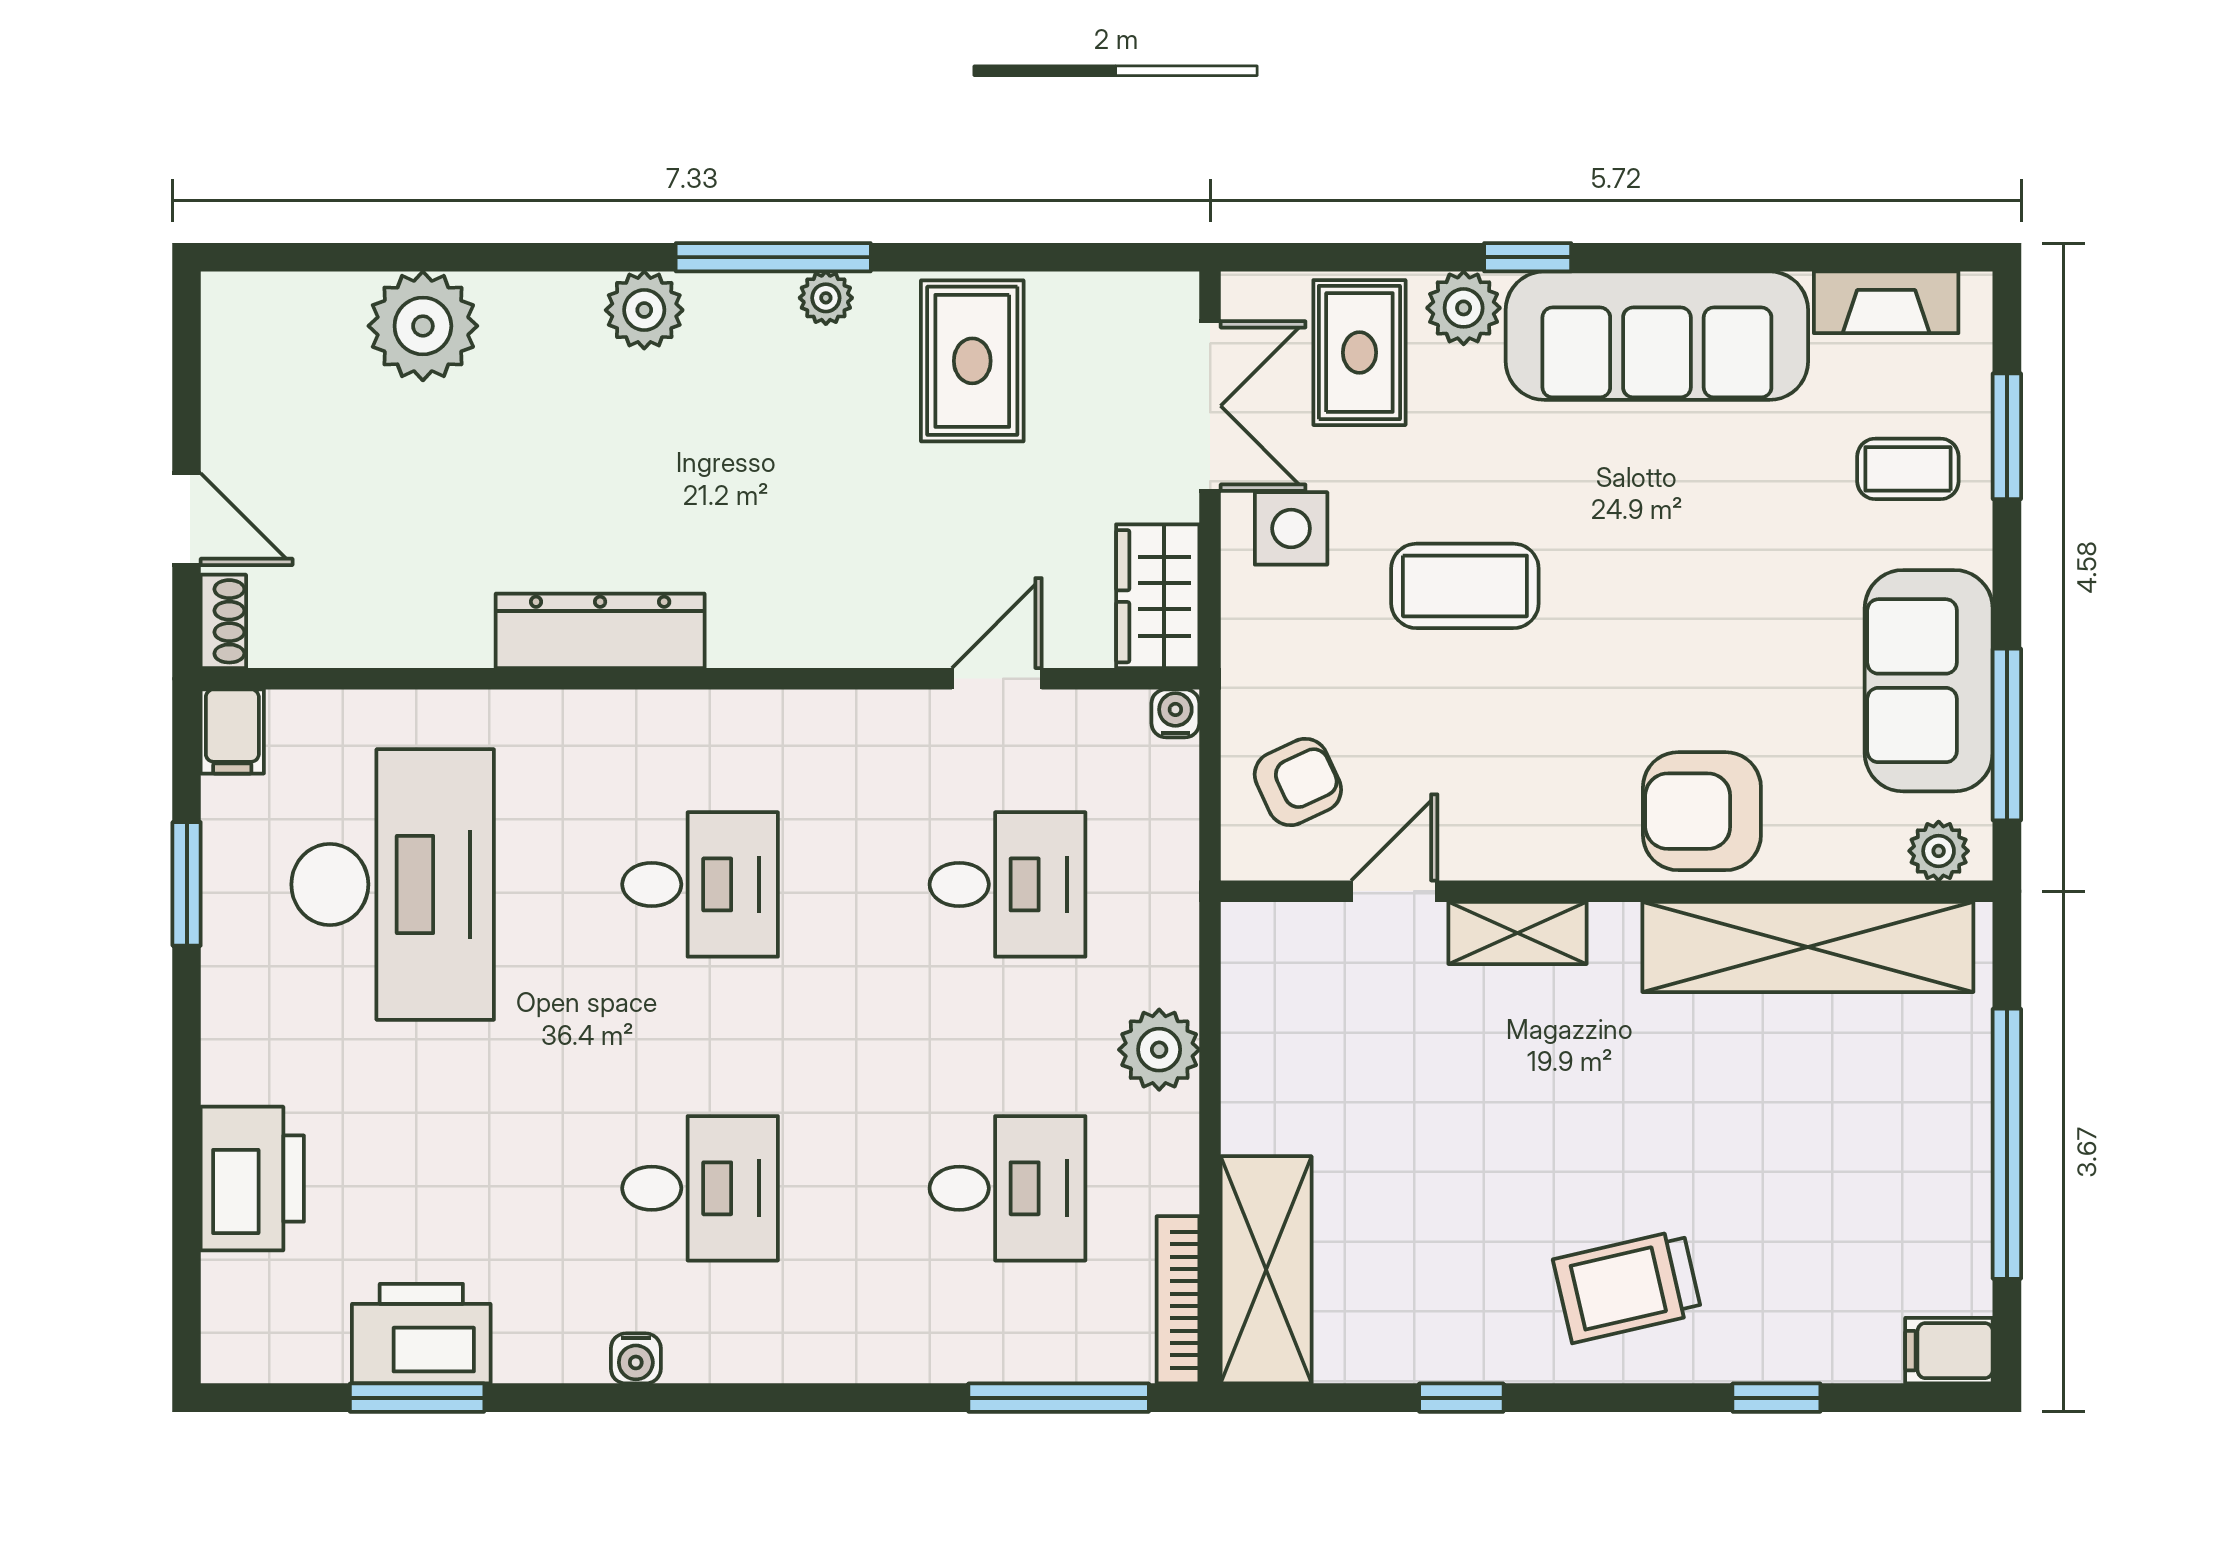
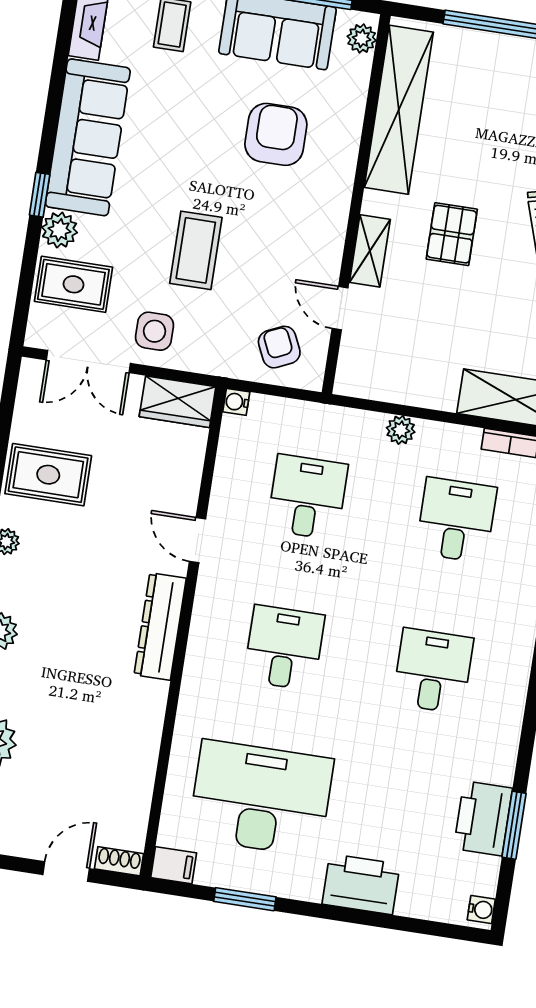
double door: (1210, 406) -> (88, 362), swing flipped
dresser: (600, 631) -> (160, 627), moved
door: (997, 679) -> (198, 540), moved
armchair: (1702, 811) -> (276, 134), moved, turned 180
plant: (1159, 1050) -> (401, 430), width x0.73, depth x0.73
pallet: (1576, 1091) -> (452, 234), added
printer: (252, 1179) -> (361, 884), moved
water cooler: (636, 1358) -> (481, 910), moved

